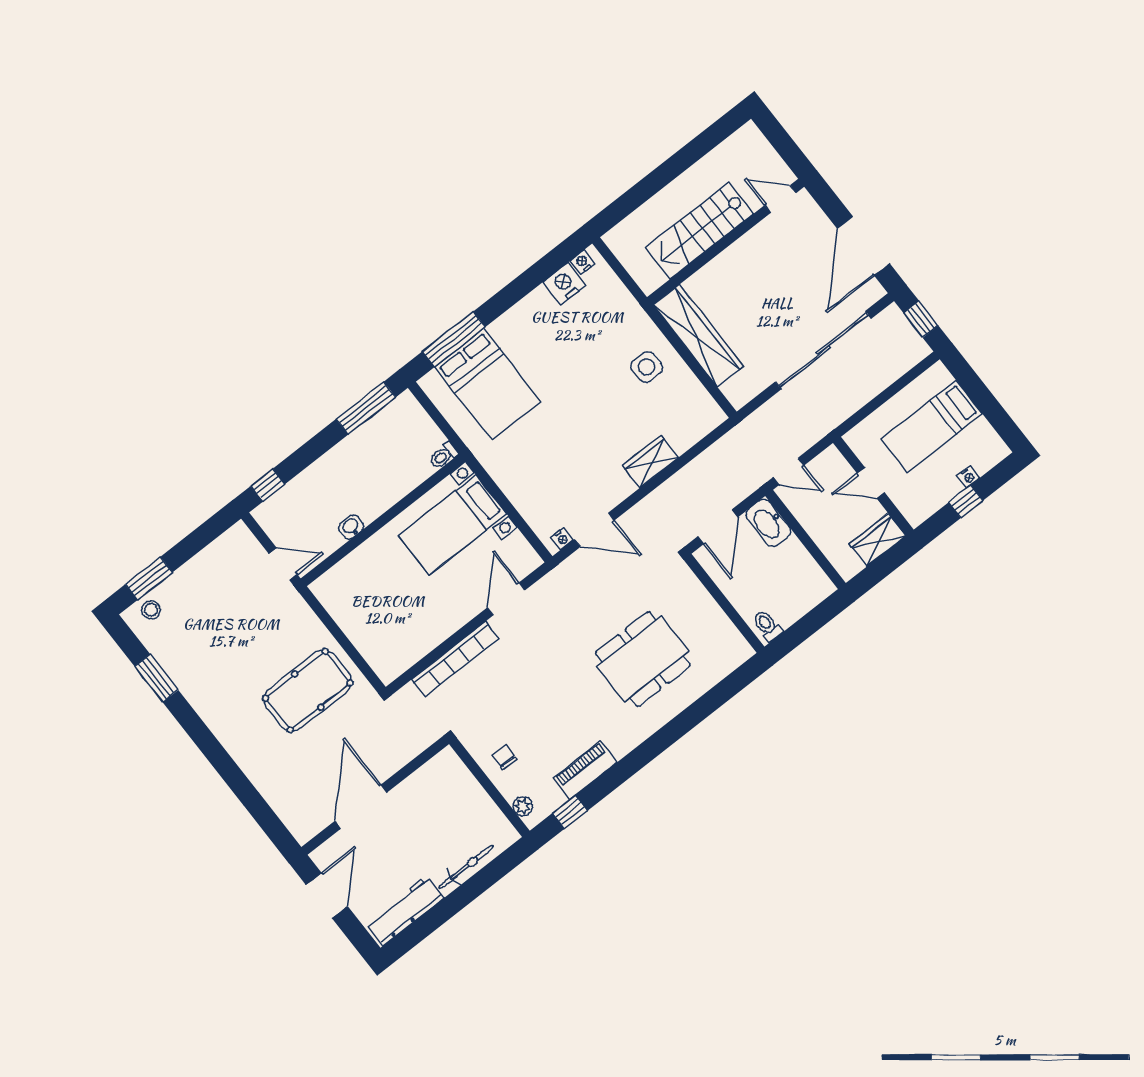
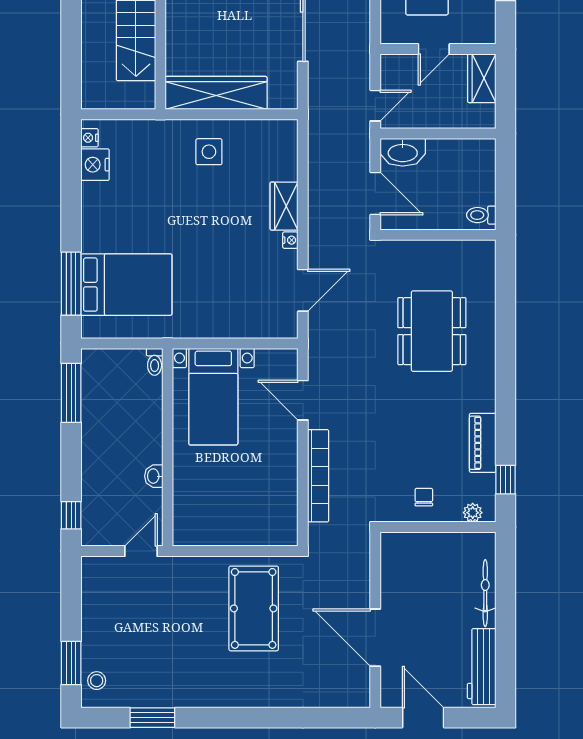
nightstand: (562, 539) -> (290, 240), moved
chair: (504, 757) -> (424, 497), turned 90

